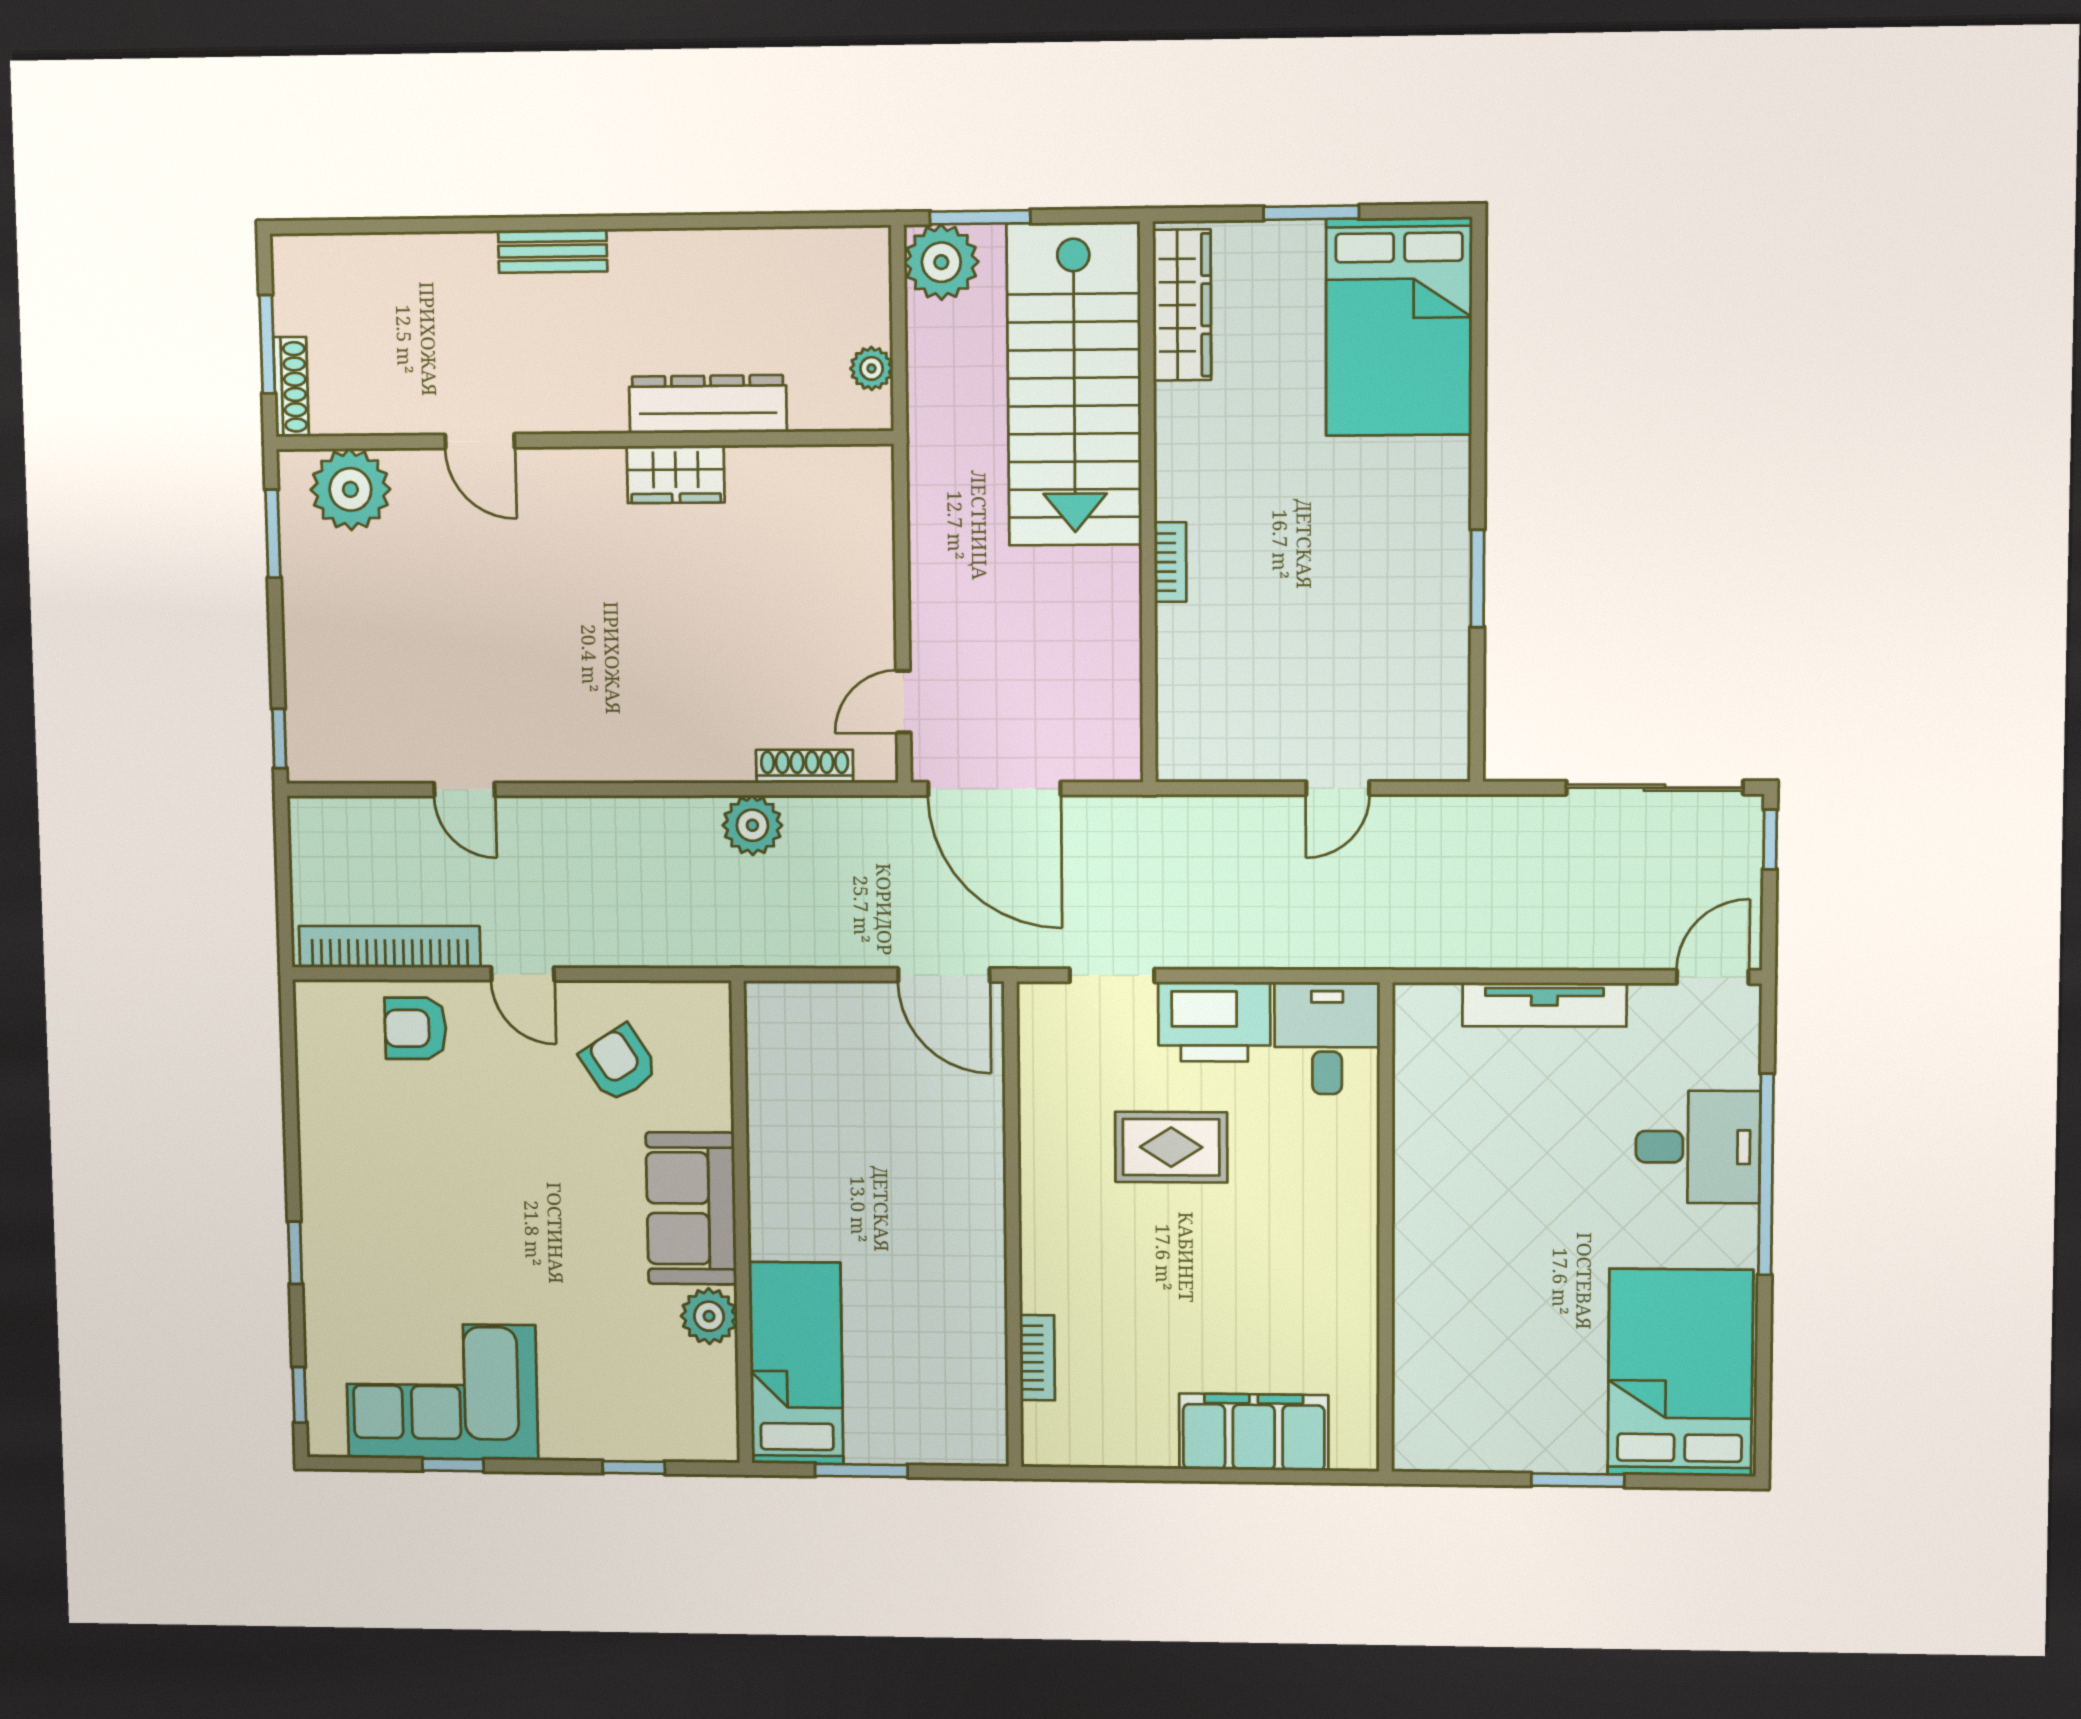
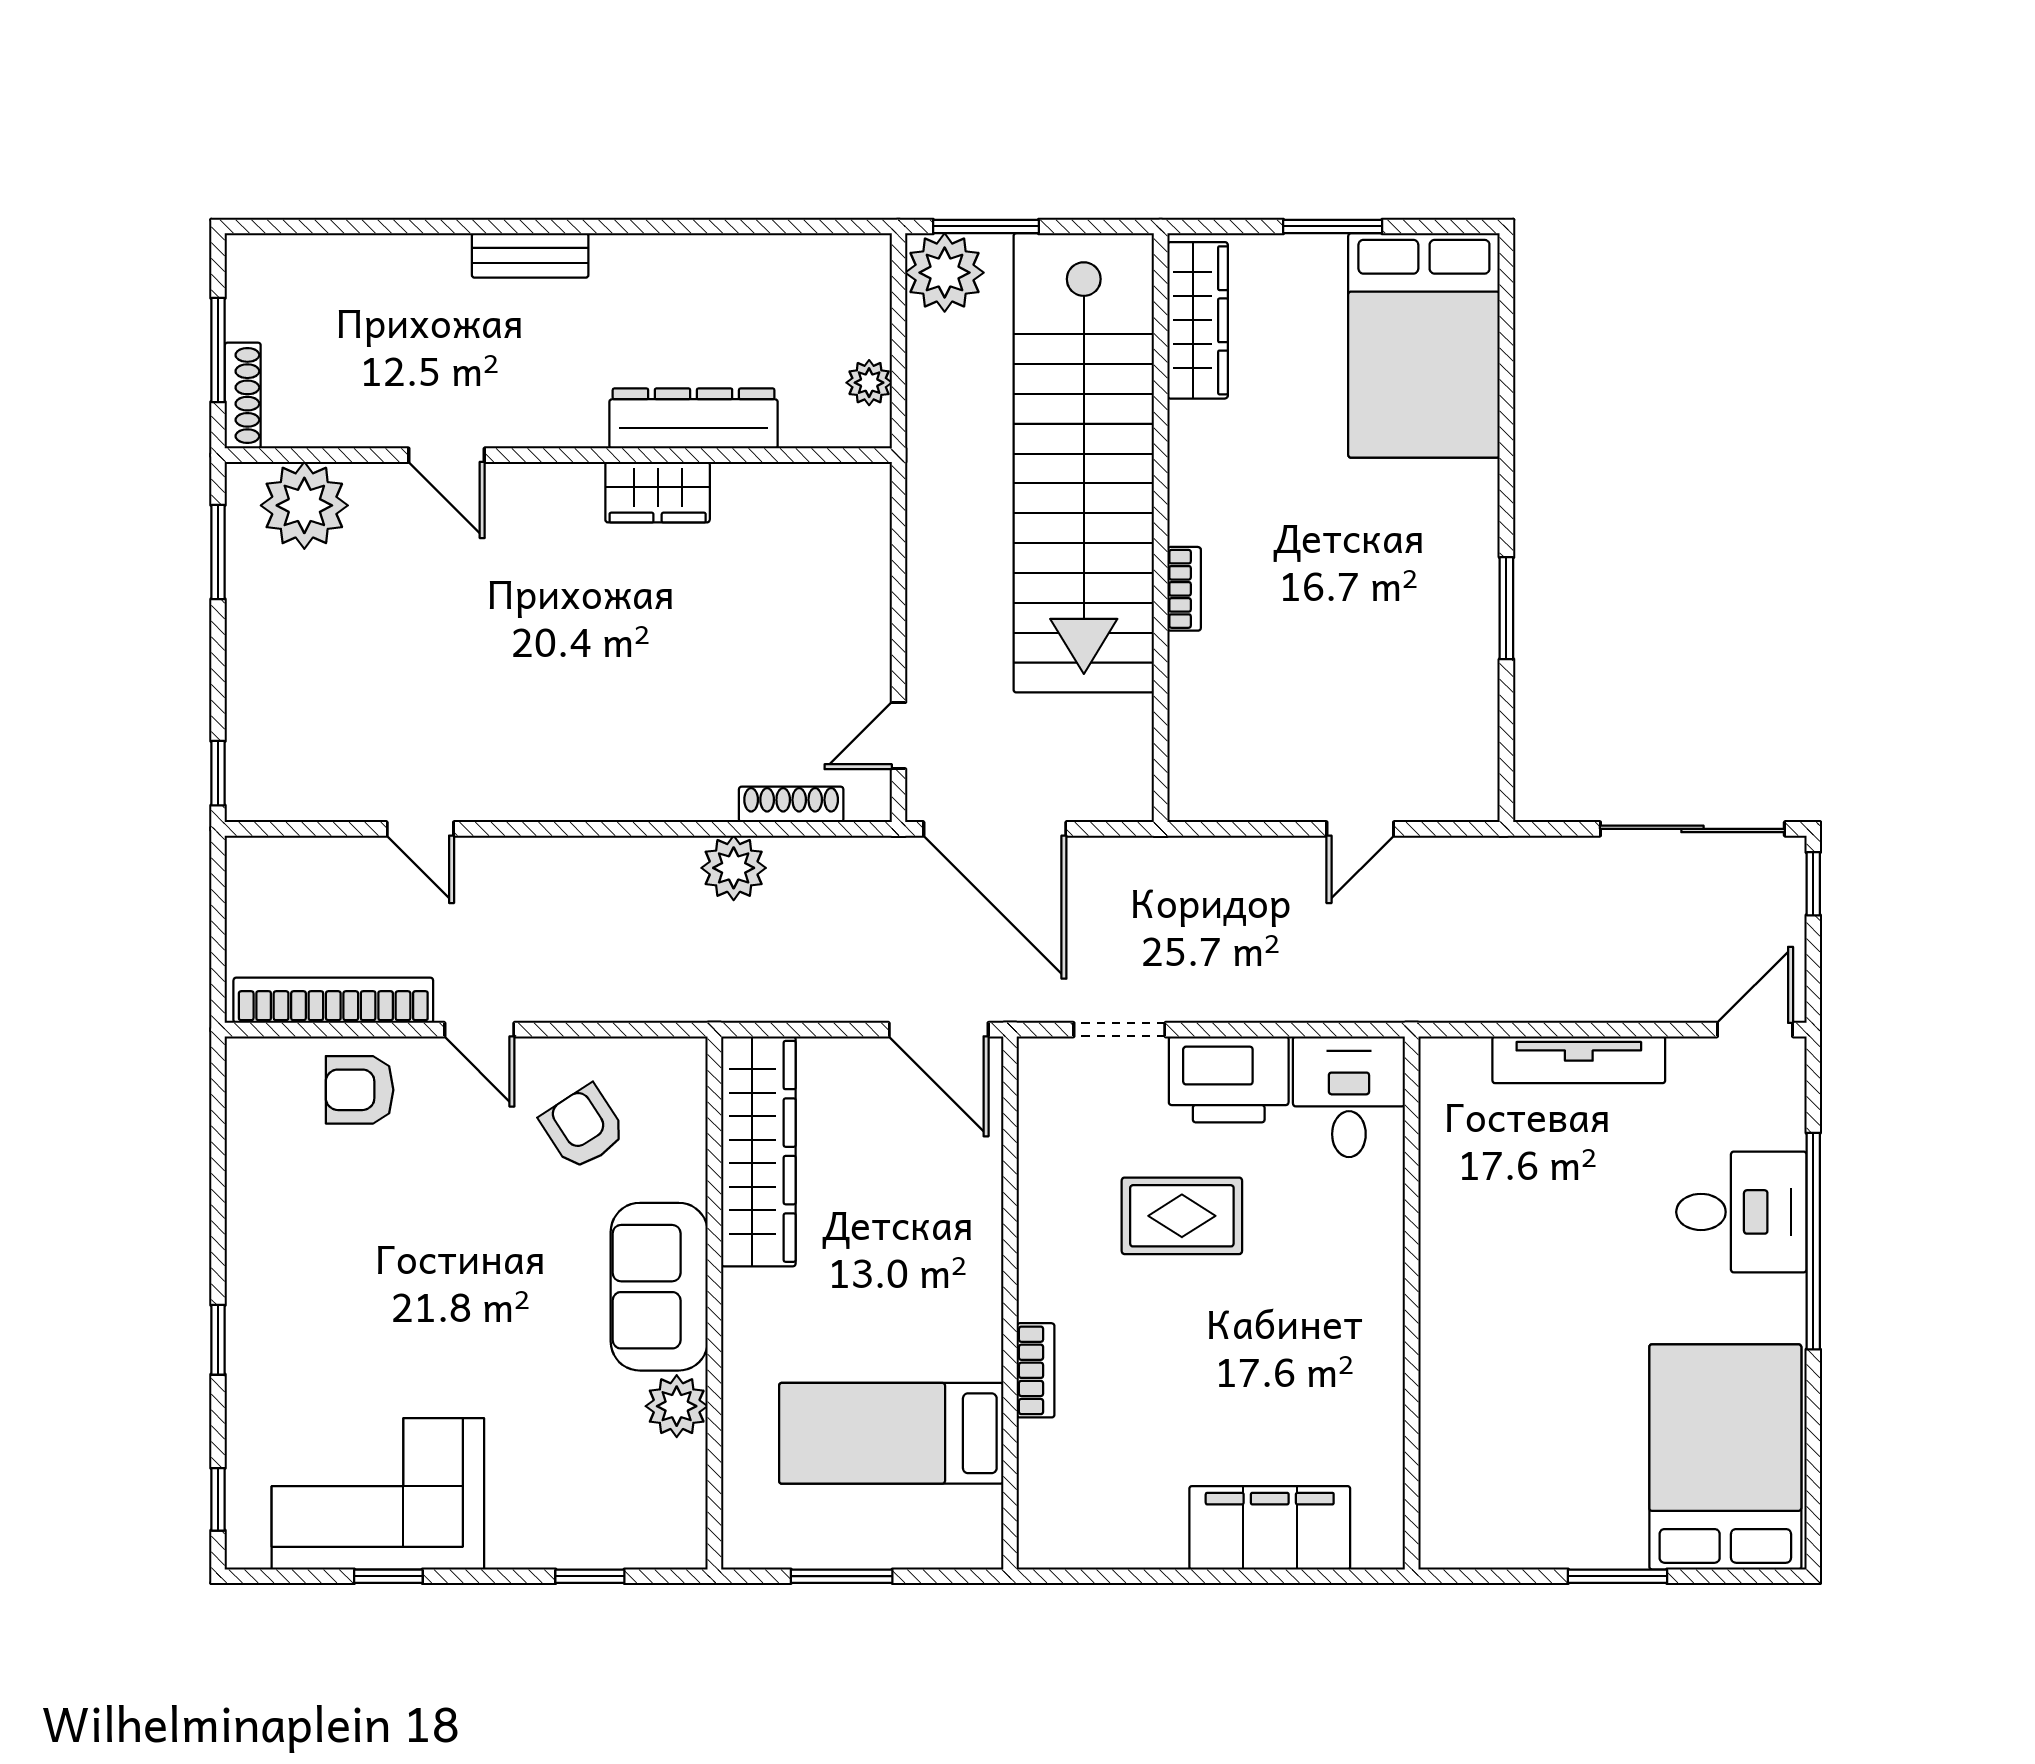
stairs: (1074, 384) -> (1084, 463), width x1.36
wardrobe: (779, 1086) -> (758, 1151), added
bookcase: (1037, 1358) -> (1036, 1370), moved
bed: (796, 1363) -> (891, 1433), moved, turned -90

